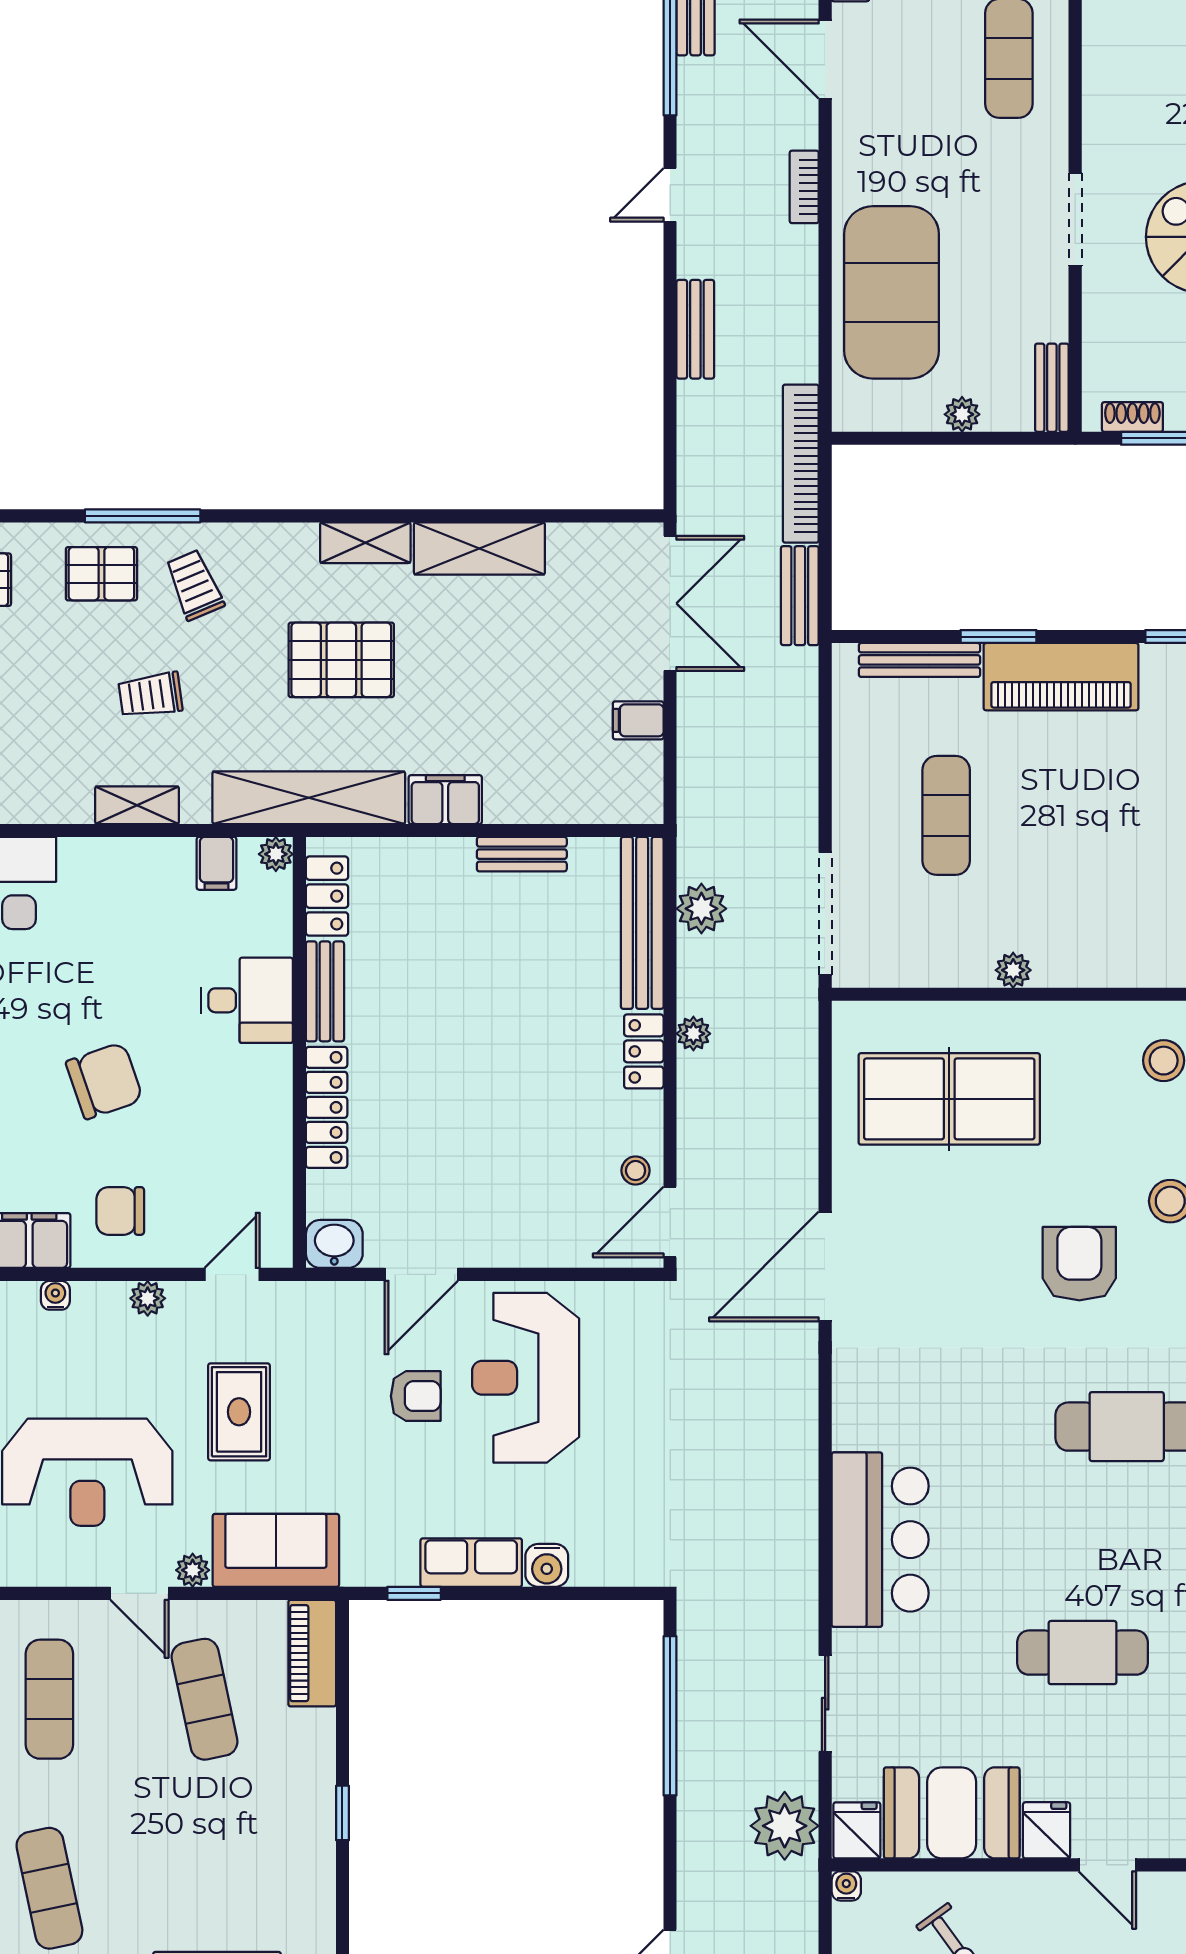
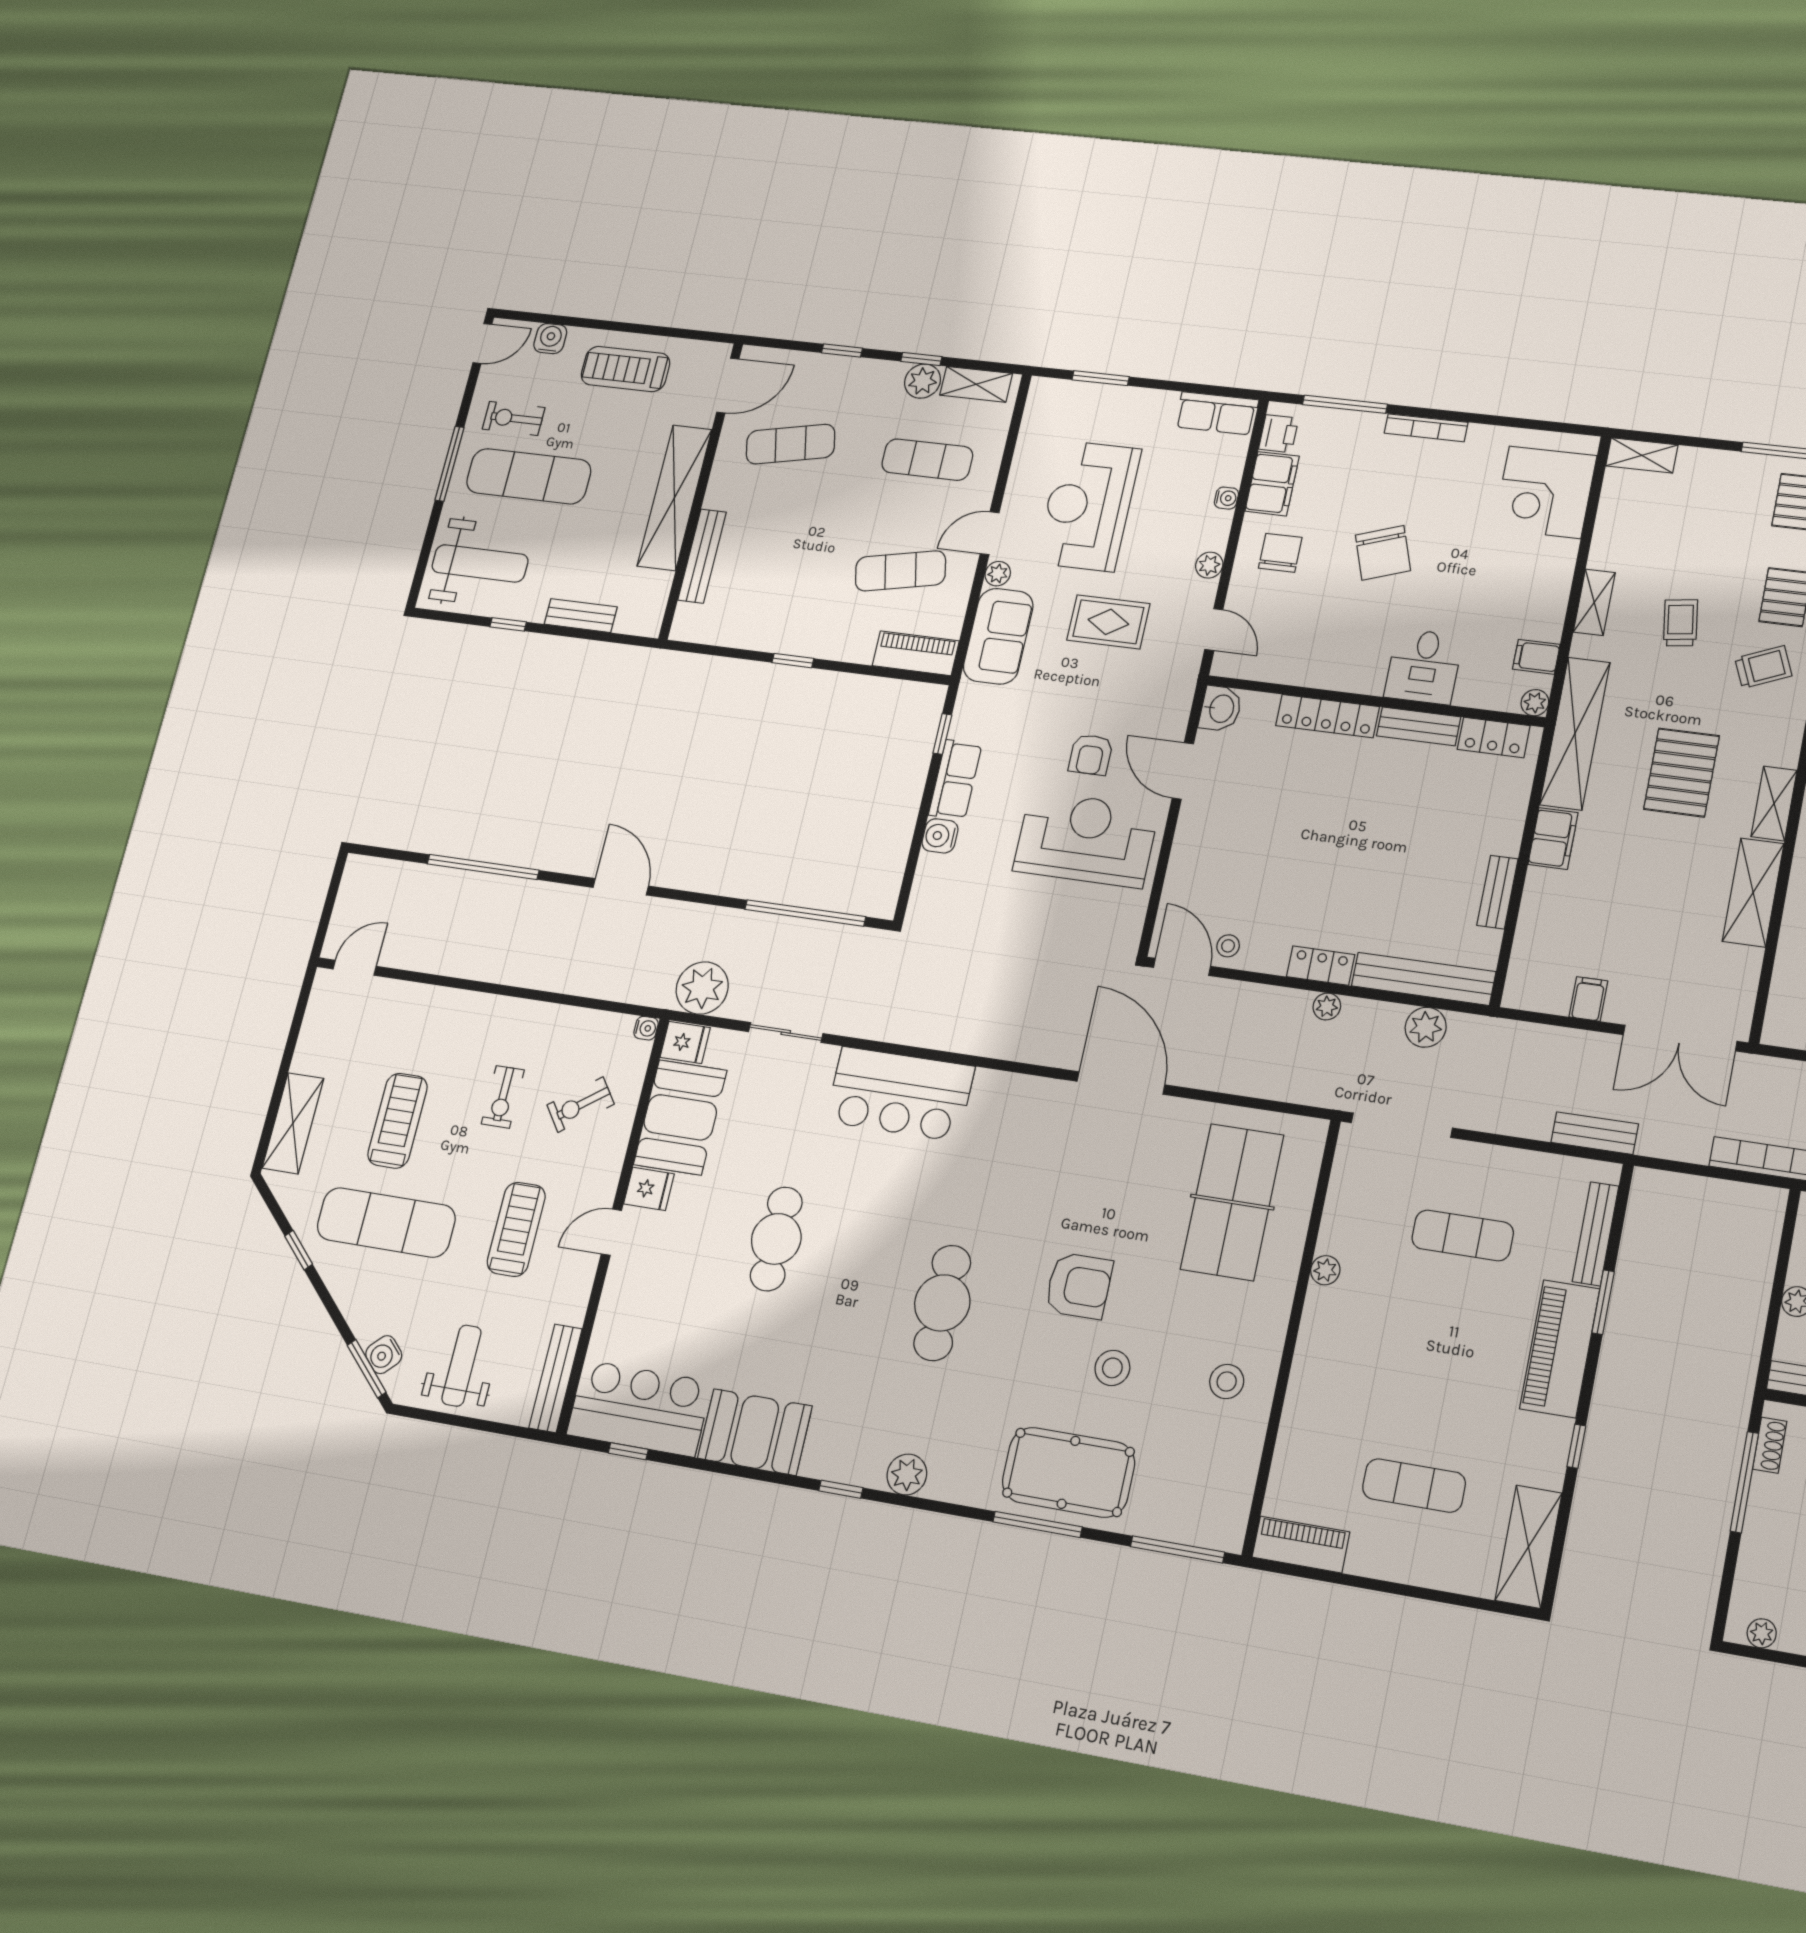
bench: (800, 596) -> (1595, 1133), moved

